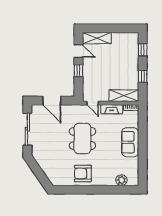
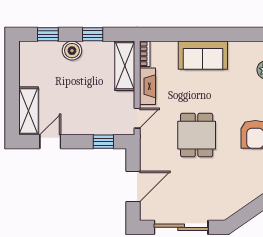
boiler: (133, 64) -> (72, 51), added
window: (79, 71) -> (103, 142), moved
dining table: (82, 138) -> (197, 135), width x0.73

